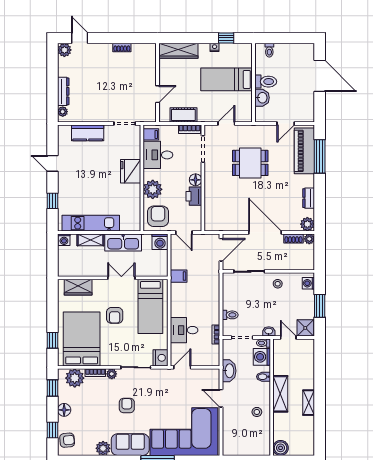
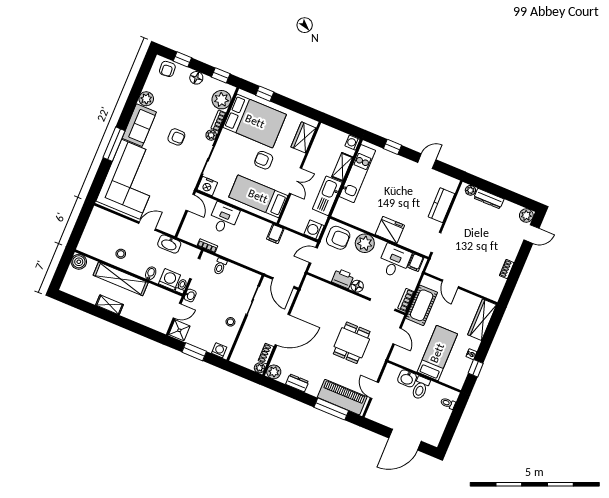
cot: (183, 115) -> (422, 305), width x1.37, depth x1.34
shelving: (280, 394) -> (121, 279), width x1.47

